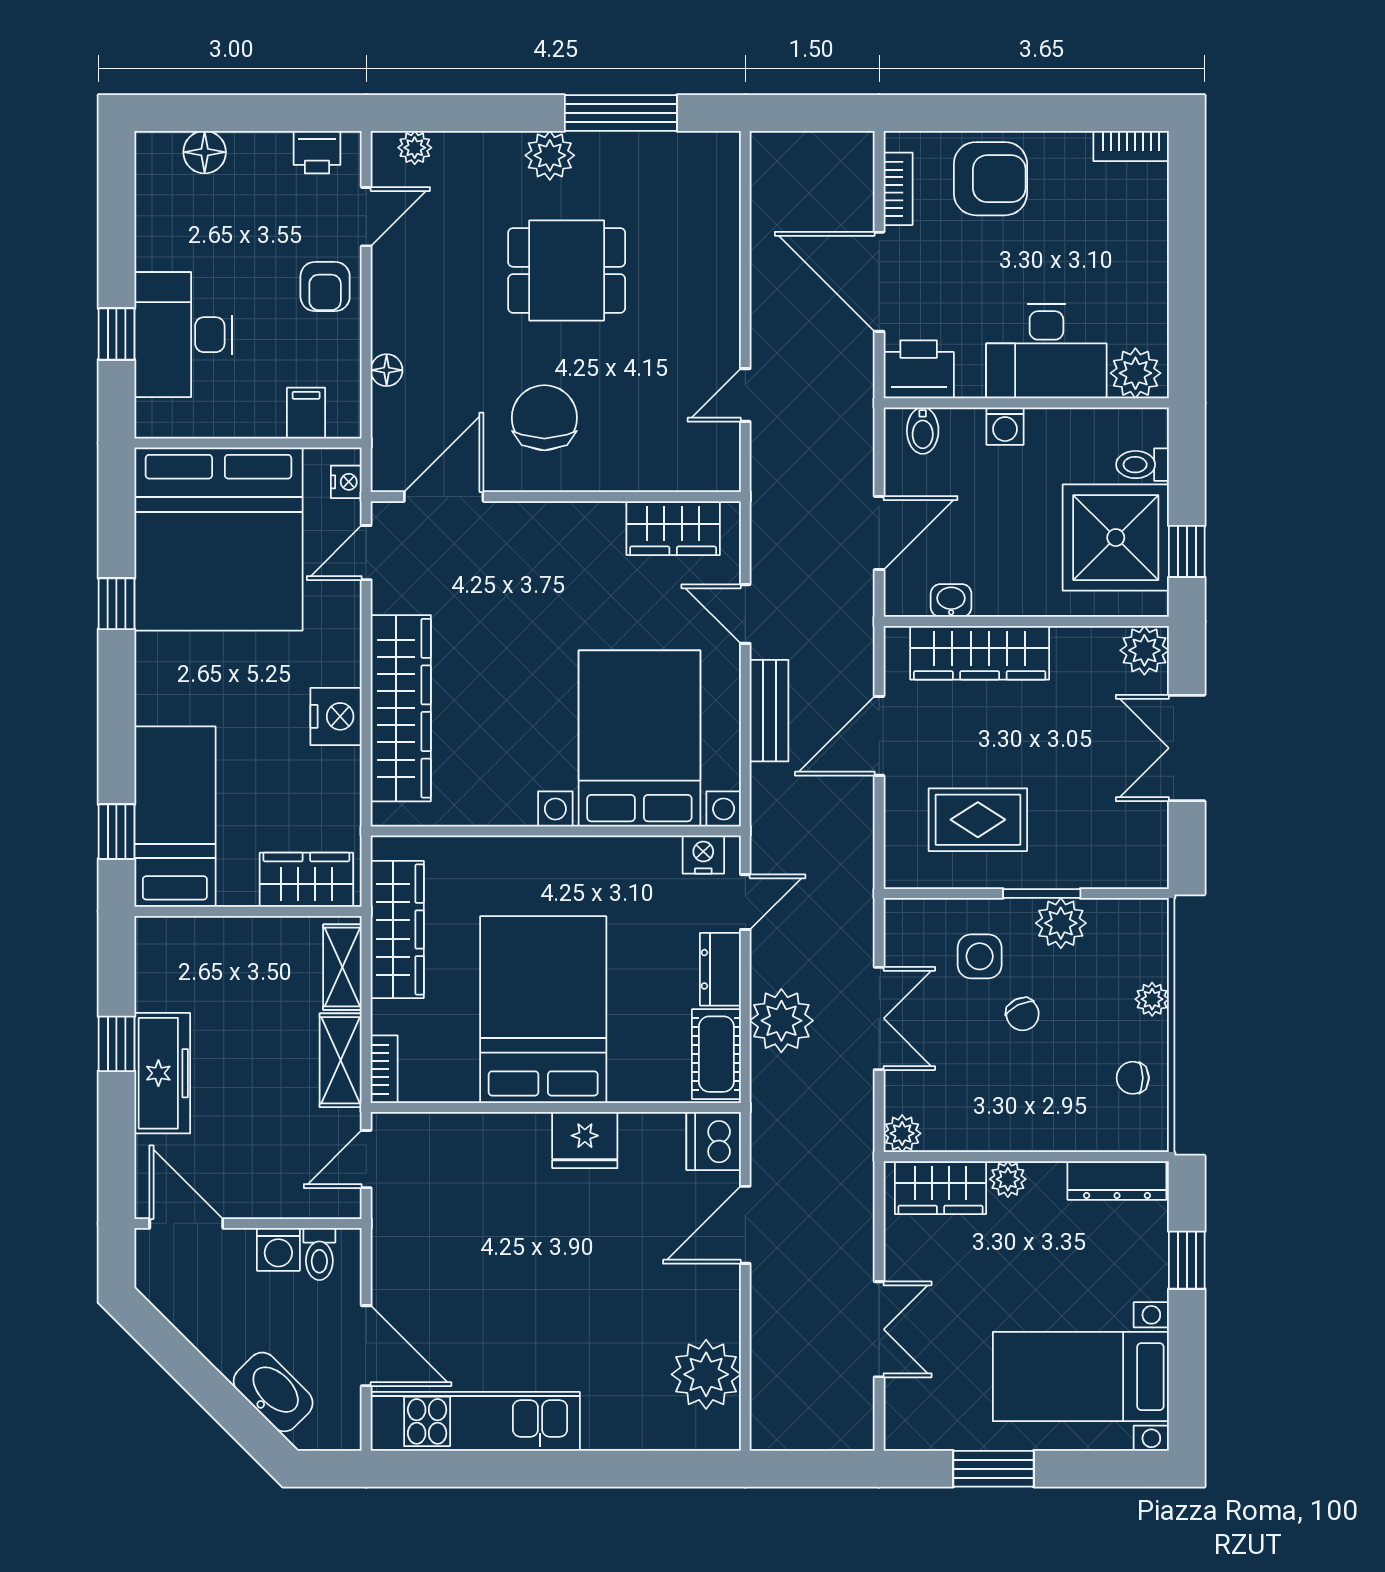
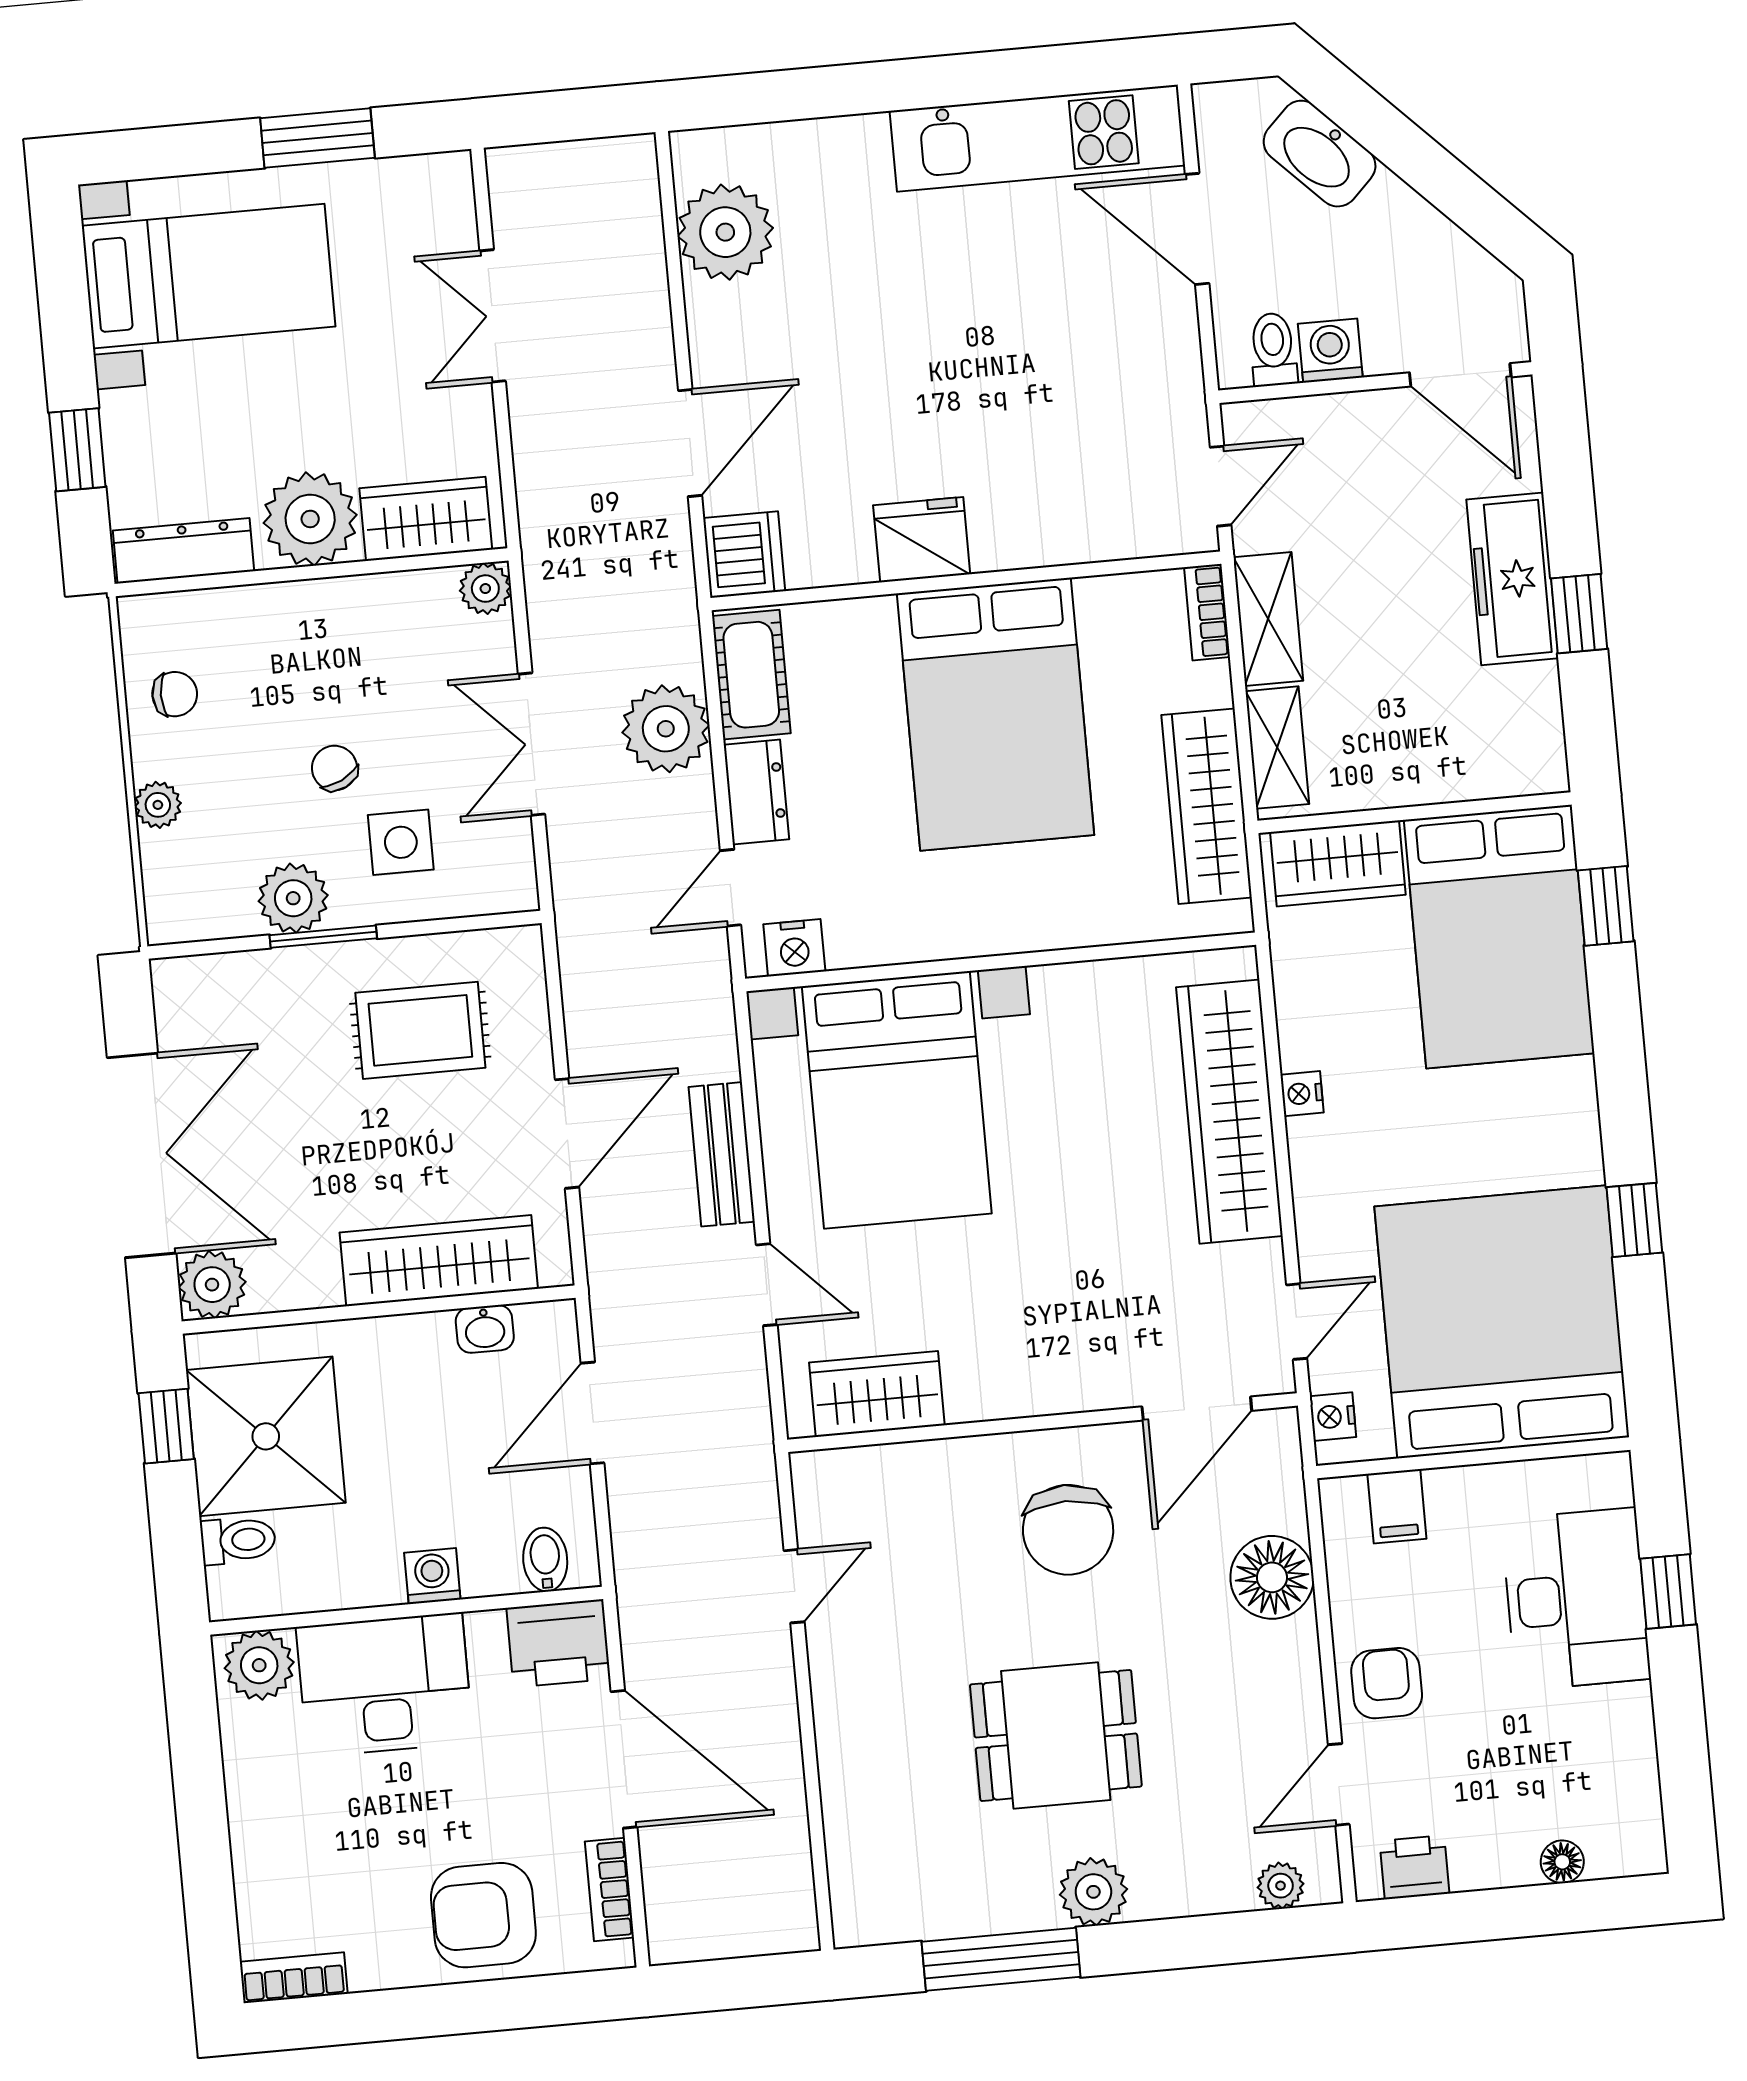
floor lamp: (205, 152) -> (1562, 1862), width x0.73, depth x0.73
floor lamp: (387, 370) -> (1272, 1577), width x1.89, depth x1.89
nightstand: (336, 716) -> (1302, 1094), width x0.53, depth x0.56
double door: (1187, 748) -> (142, 1155), width x1.37
bed: (175, 817) -> (1499, 937), width x1.50
plant: (1008, 1179) -> (310, 519), width x1.87, depth x1.87

